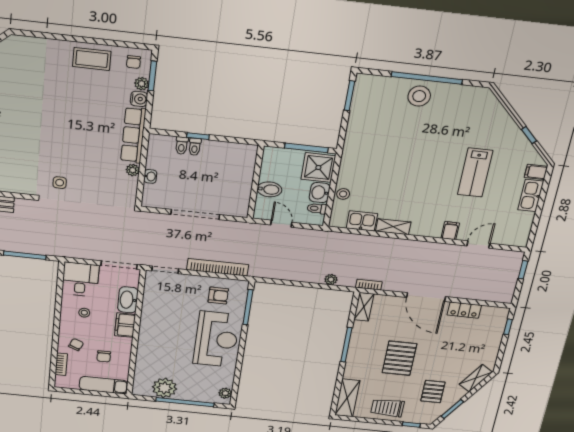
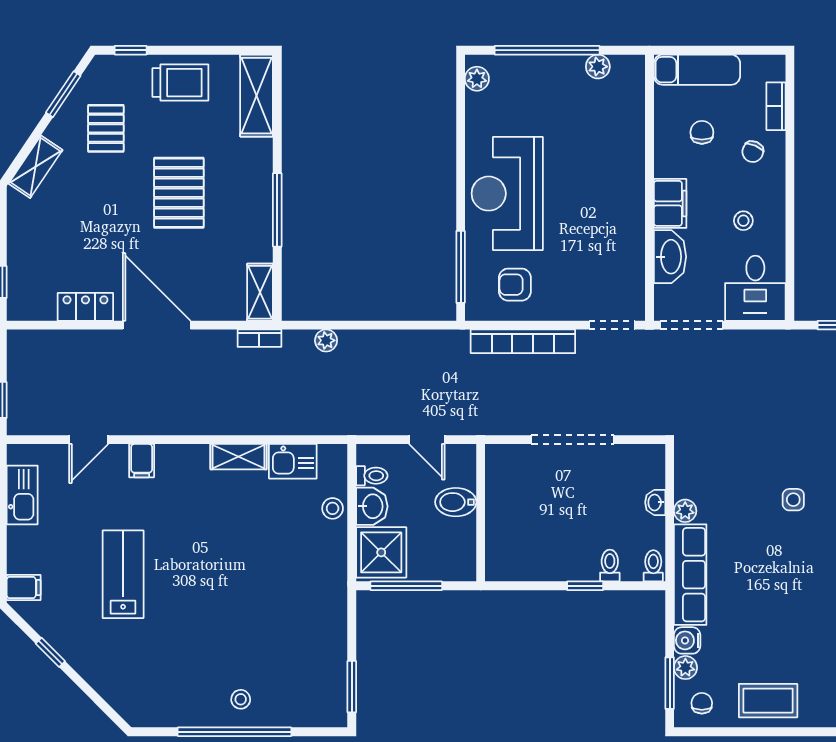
stool: (419, 96) -> (241, 699), width x0.53, depth x0.53
toilet: (195, 147) -> (653, 566), moved
side table: (60, 183) -> (793, 500), moved
kitchen sink: (531, 196) -> (22, 495), moved
plant: (164, 388) -> (598, 67), width x0.53, depth x0.53

